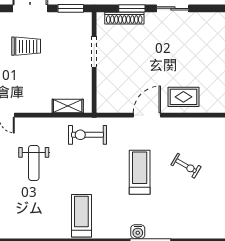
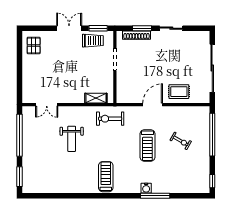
trolley: (26, 46) -> (93, 41), moved
treadmill: (140, 172) -> (147, 145), turned 180

